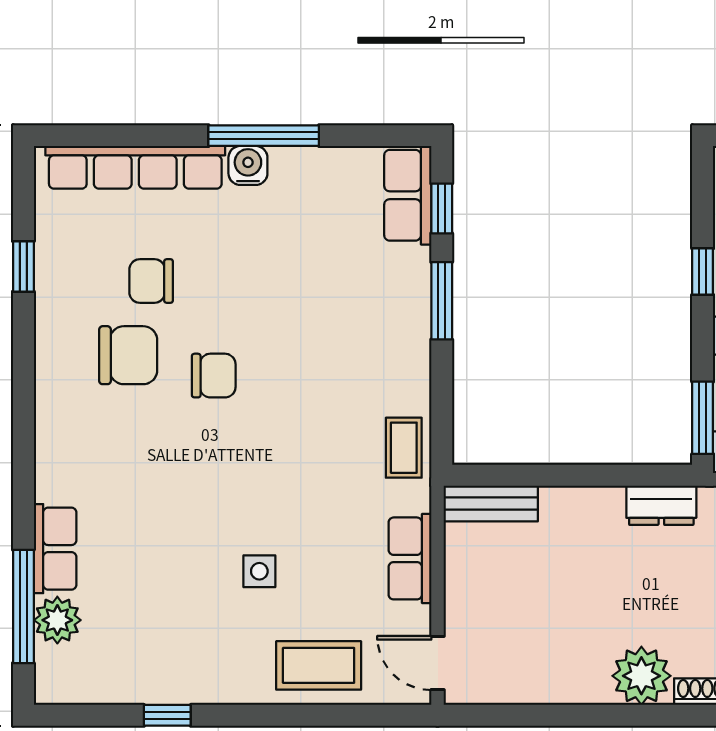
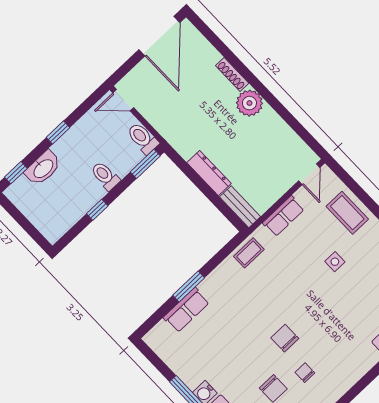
row of seats: (408, 195) -> (186, 310), moved
window: (442, 208) -> (158, 315), removed
chair: (128, 355) -> (305, 373), width x0.54, depth x0.54
dresser: (661, 505) -> (209, 173), moved, width x1.44

